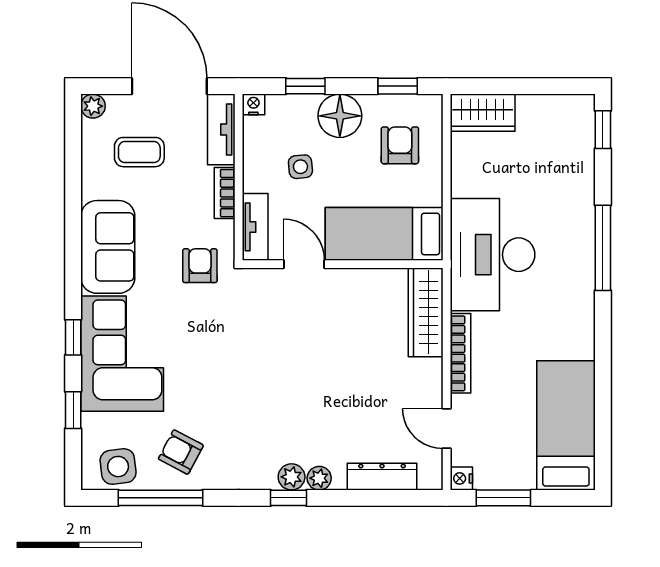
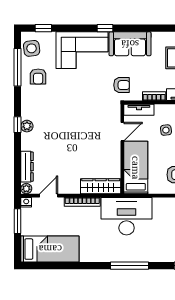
window: (73, 337) -> (105, 28), moved
window: (73, 410) -> (43, 28), moved
armchair: (181, 452) -> (38, 76), turned 152
plant: (319, 478) -> (26, 189), moved

